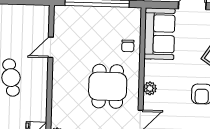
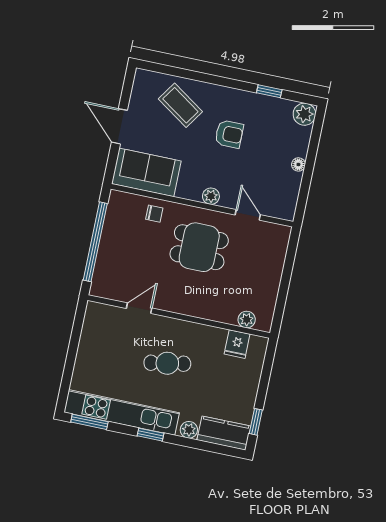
door: (51, 47) -> (139, 308), swing flipped

